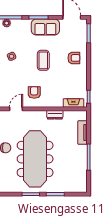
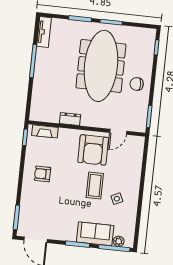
sofa: (45, 27) -> (95, 234), moved
armchair: (74, 58) -> (43, 174), moved
coffee table: (43, 60) -> (95, 185), moved
armchair: (34, 92) -> (93, 150), width x1.88, depth x1.88
tv unit: (83, 133) -> (44, 32), moved

